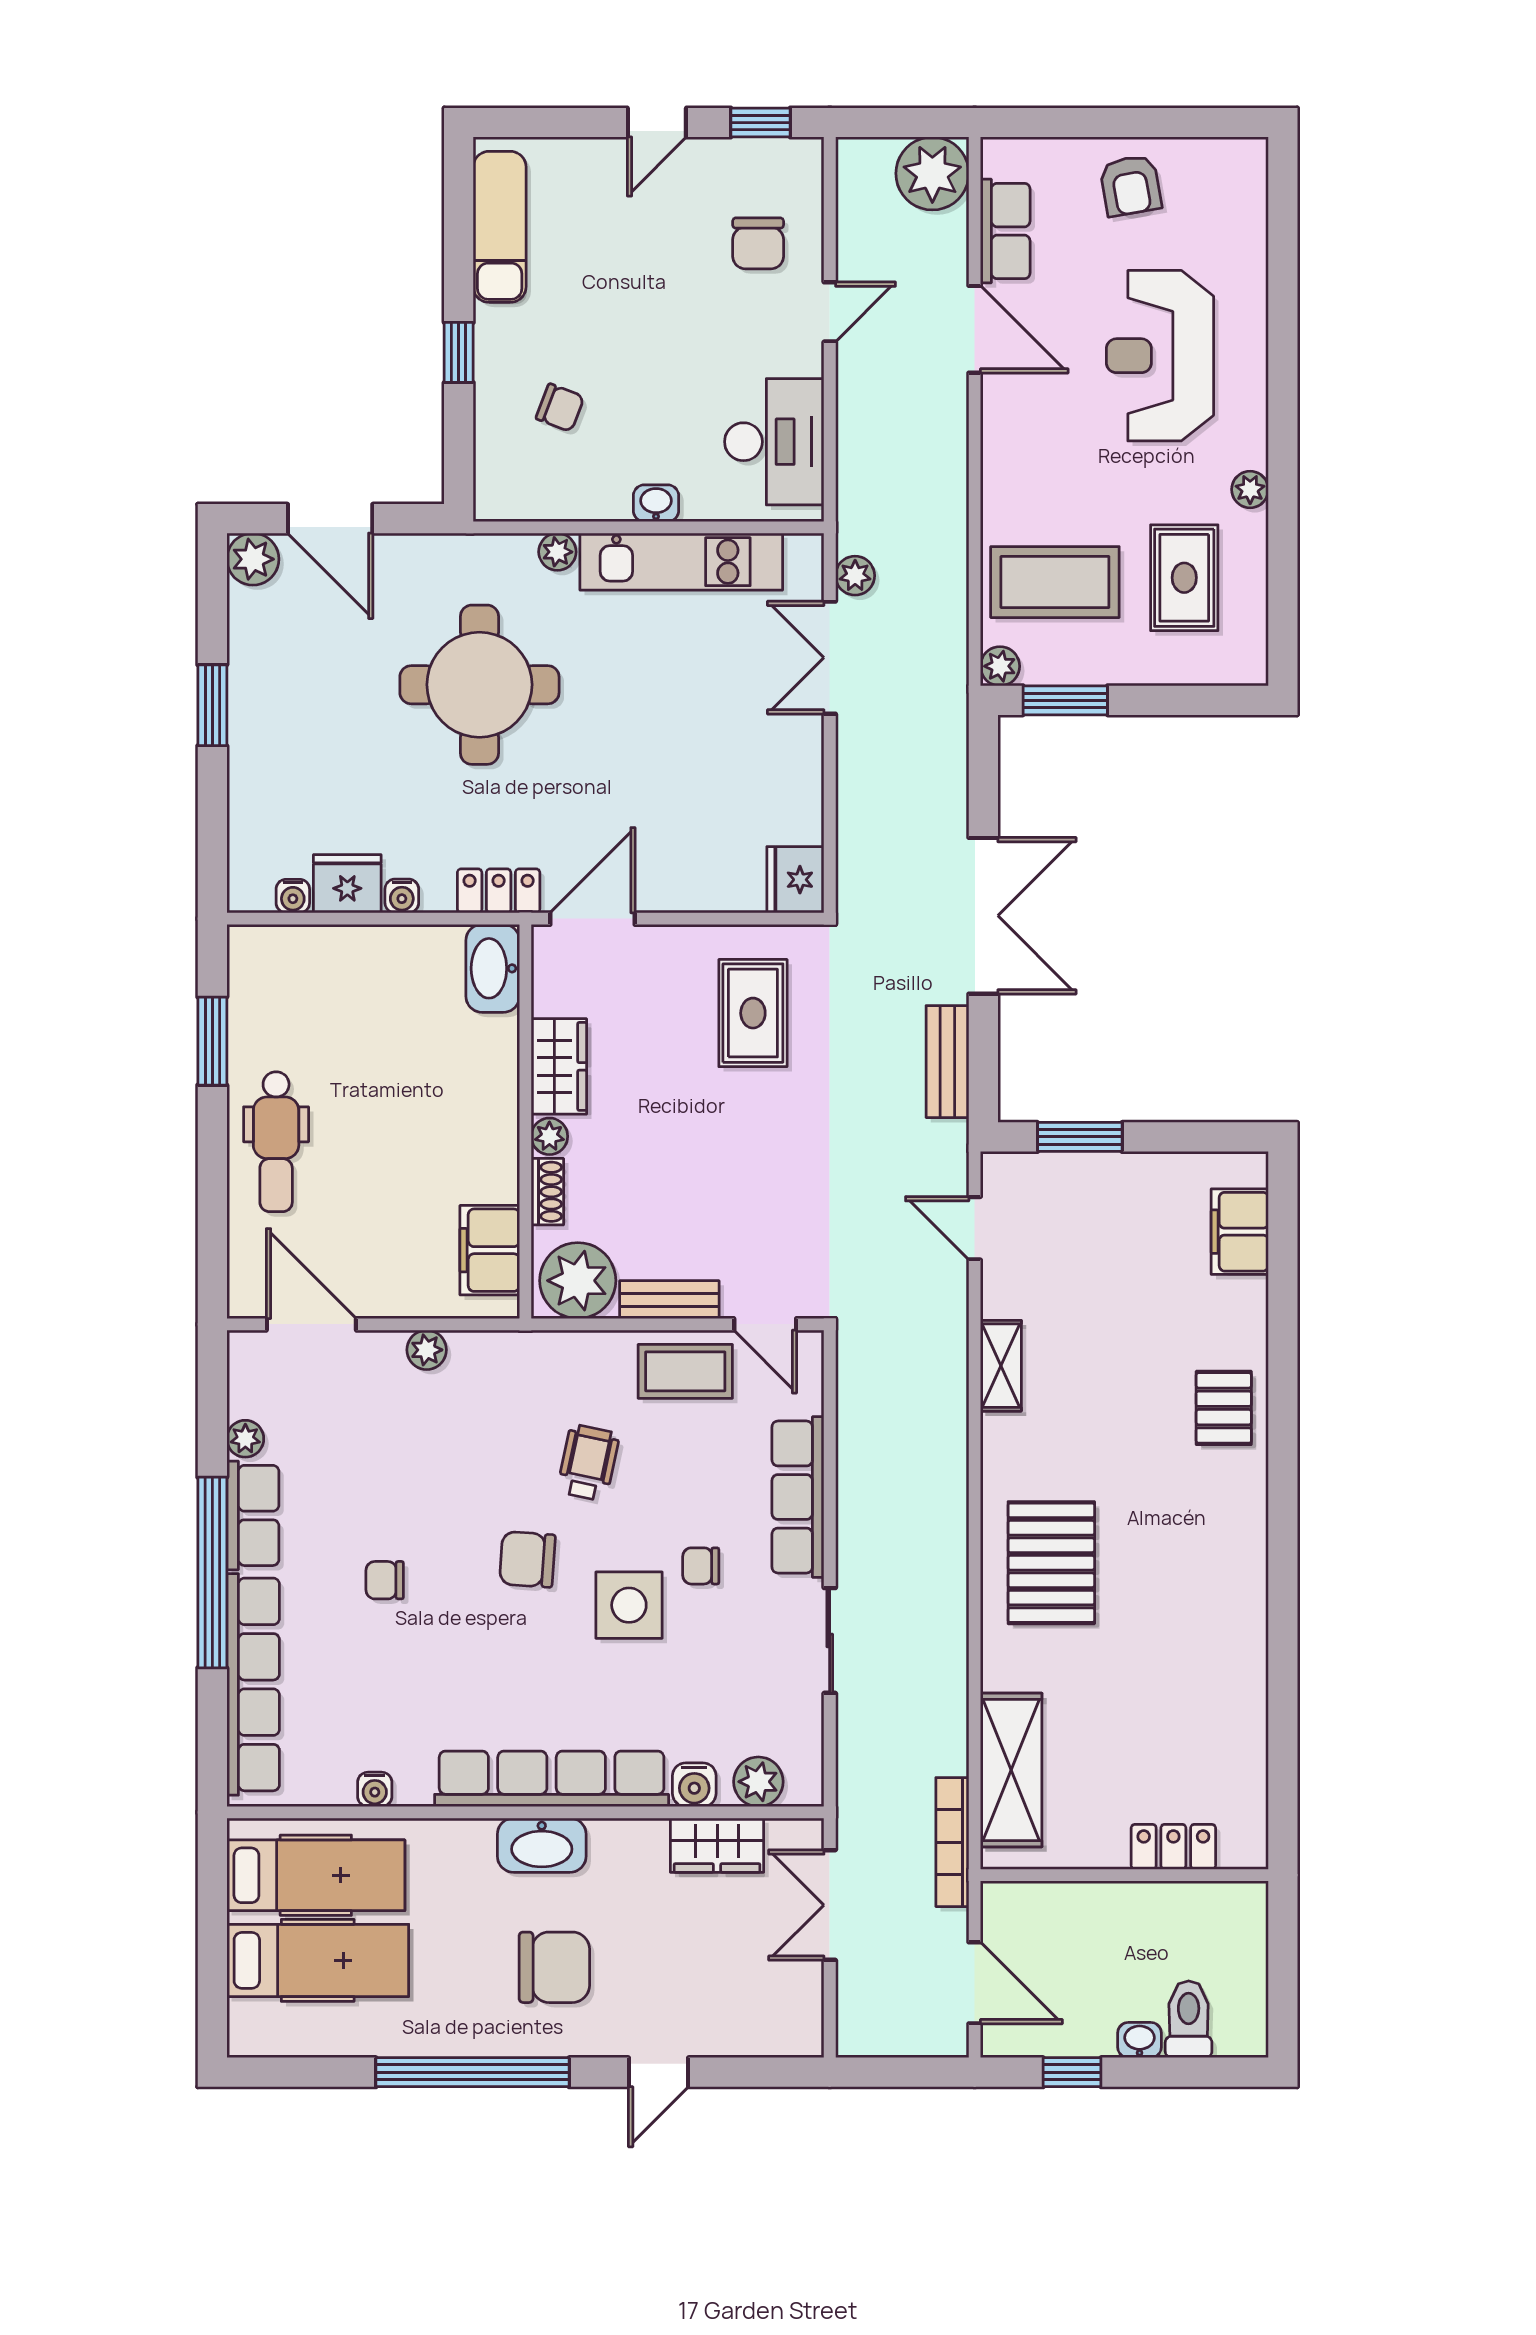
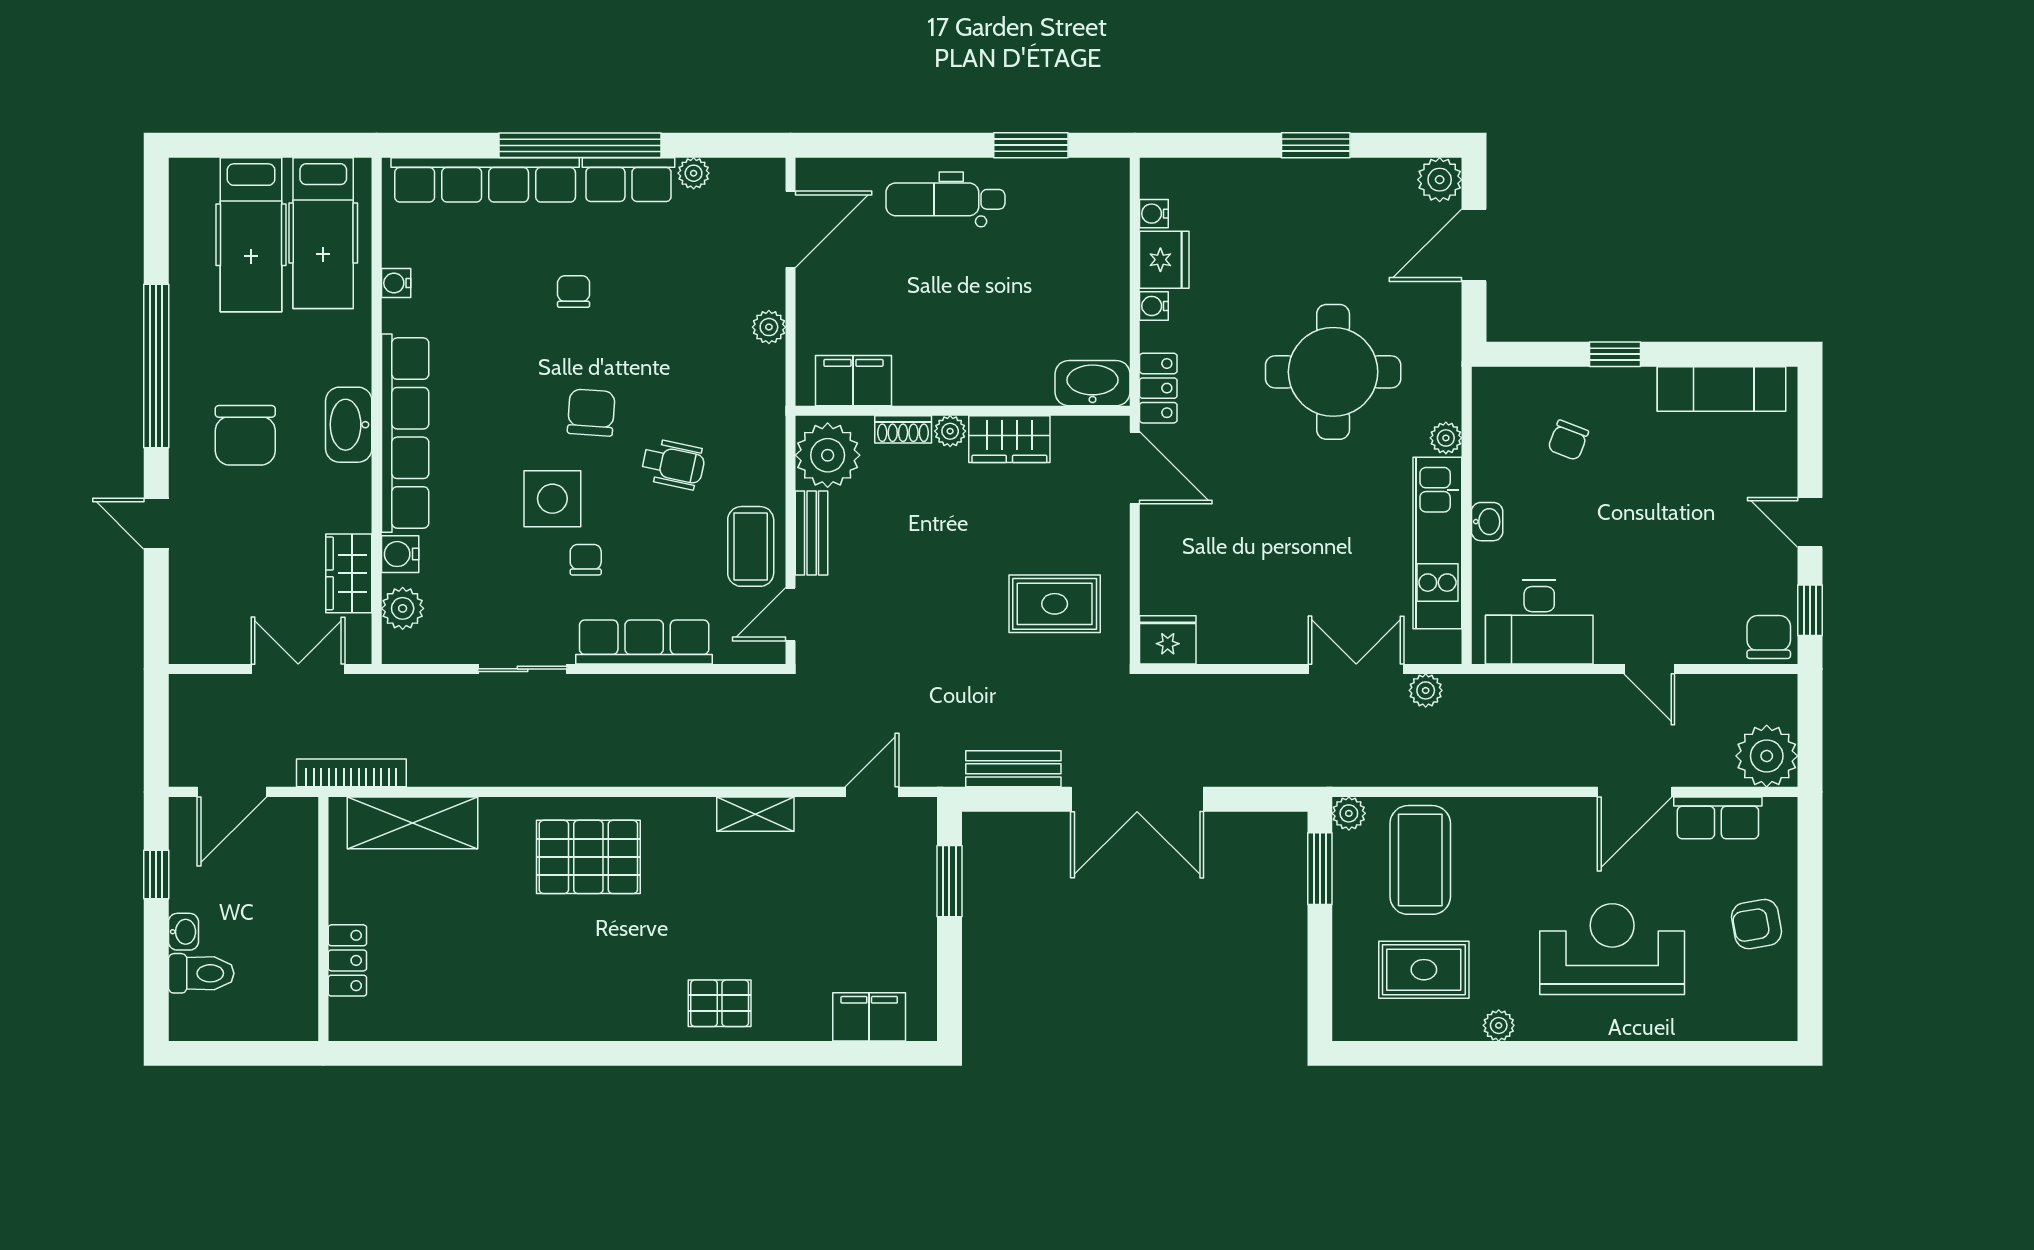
chair: (758, 243) -> (1769, 637), moved, turned 90

